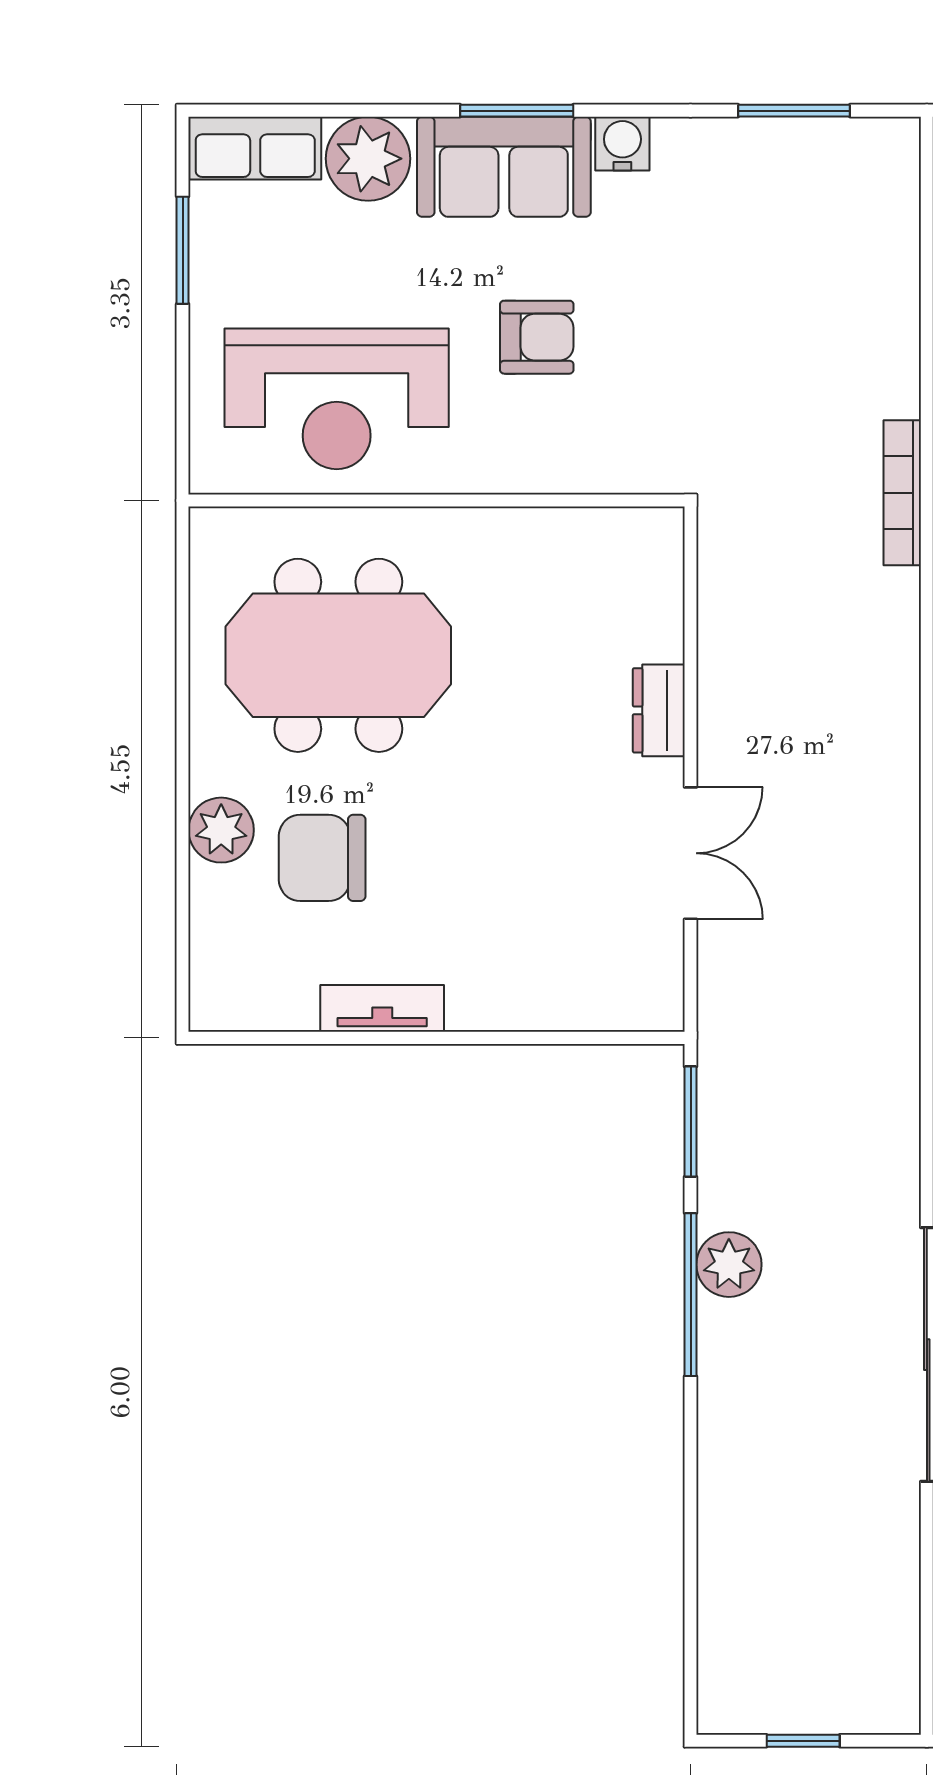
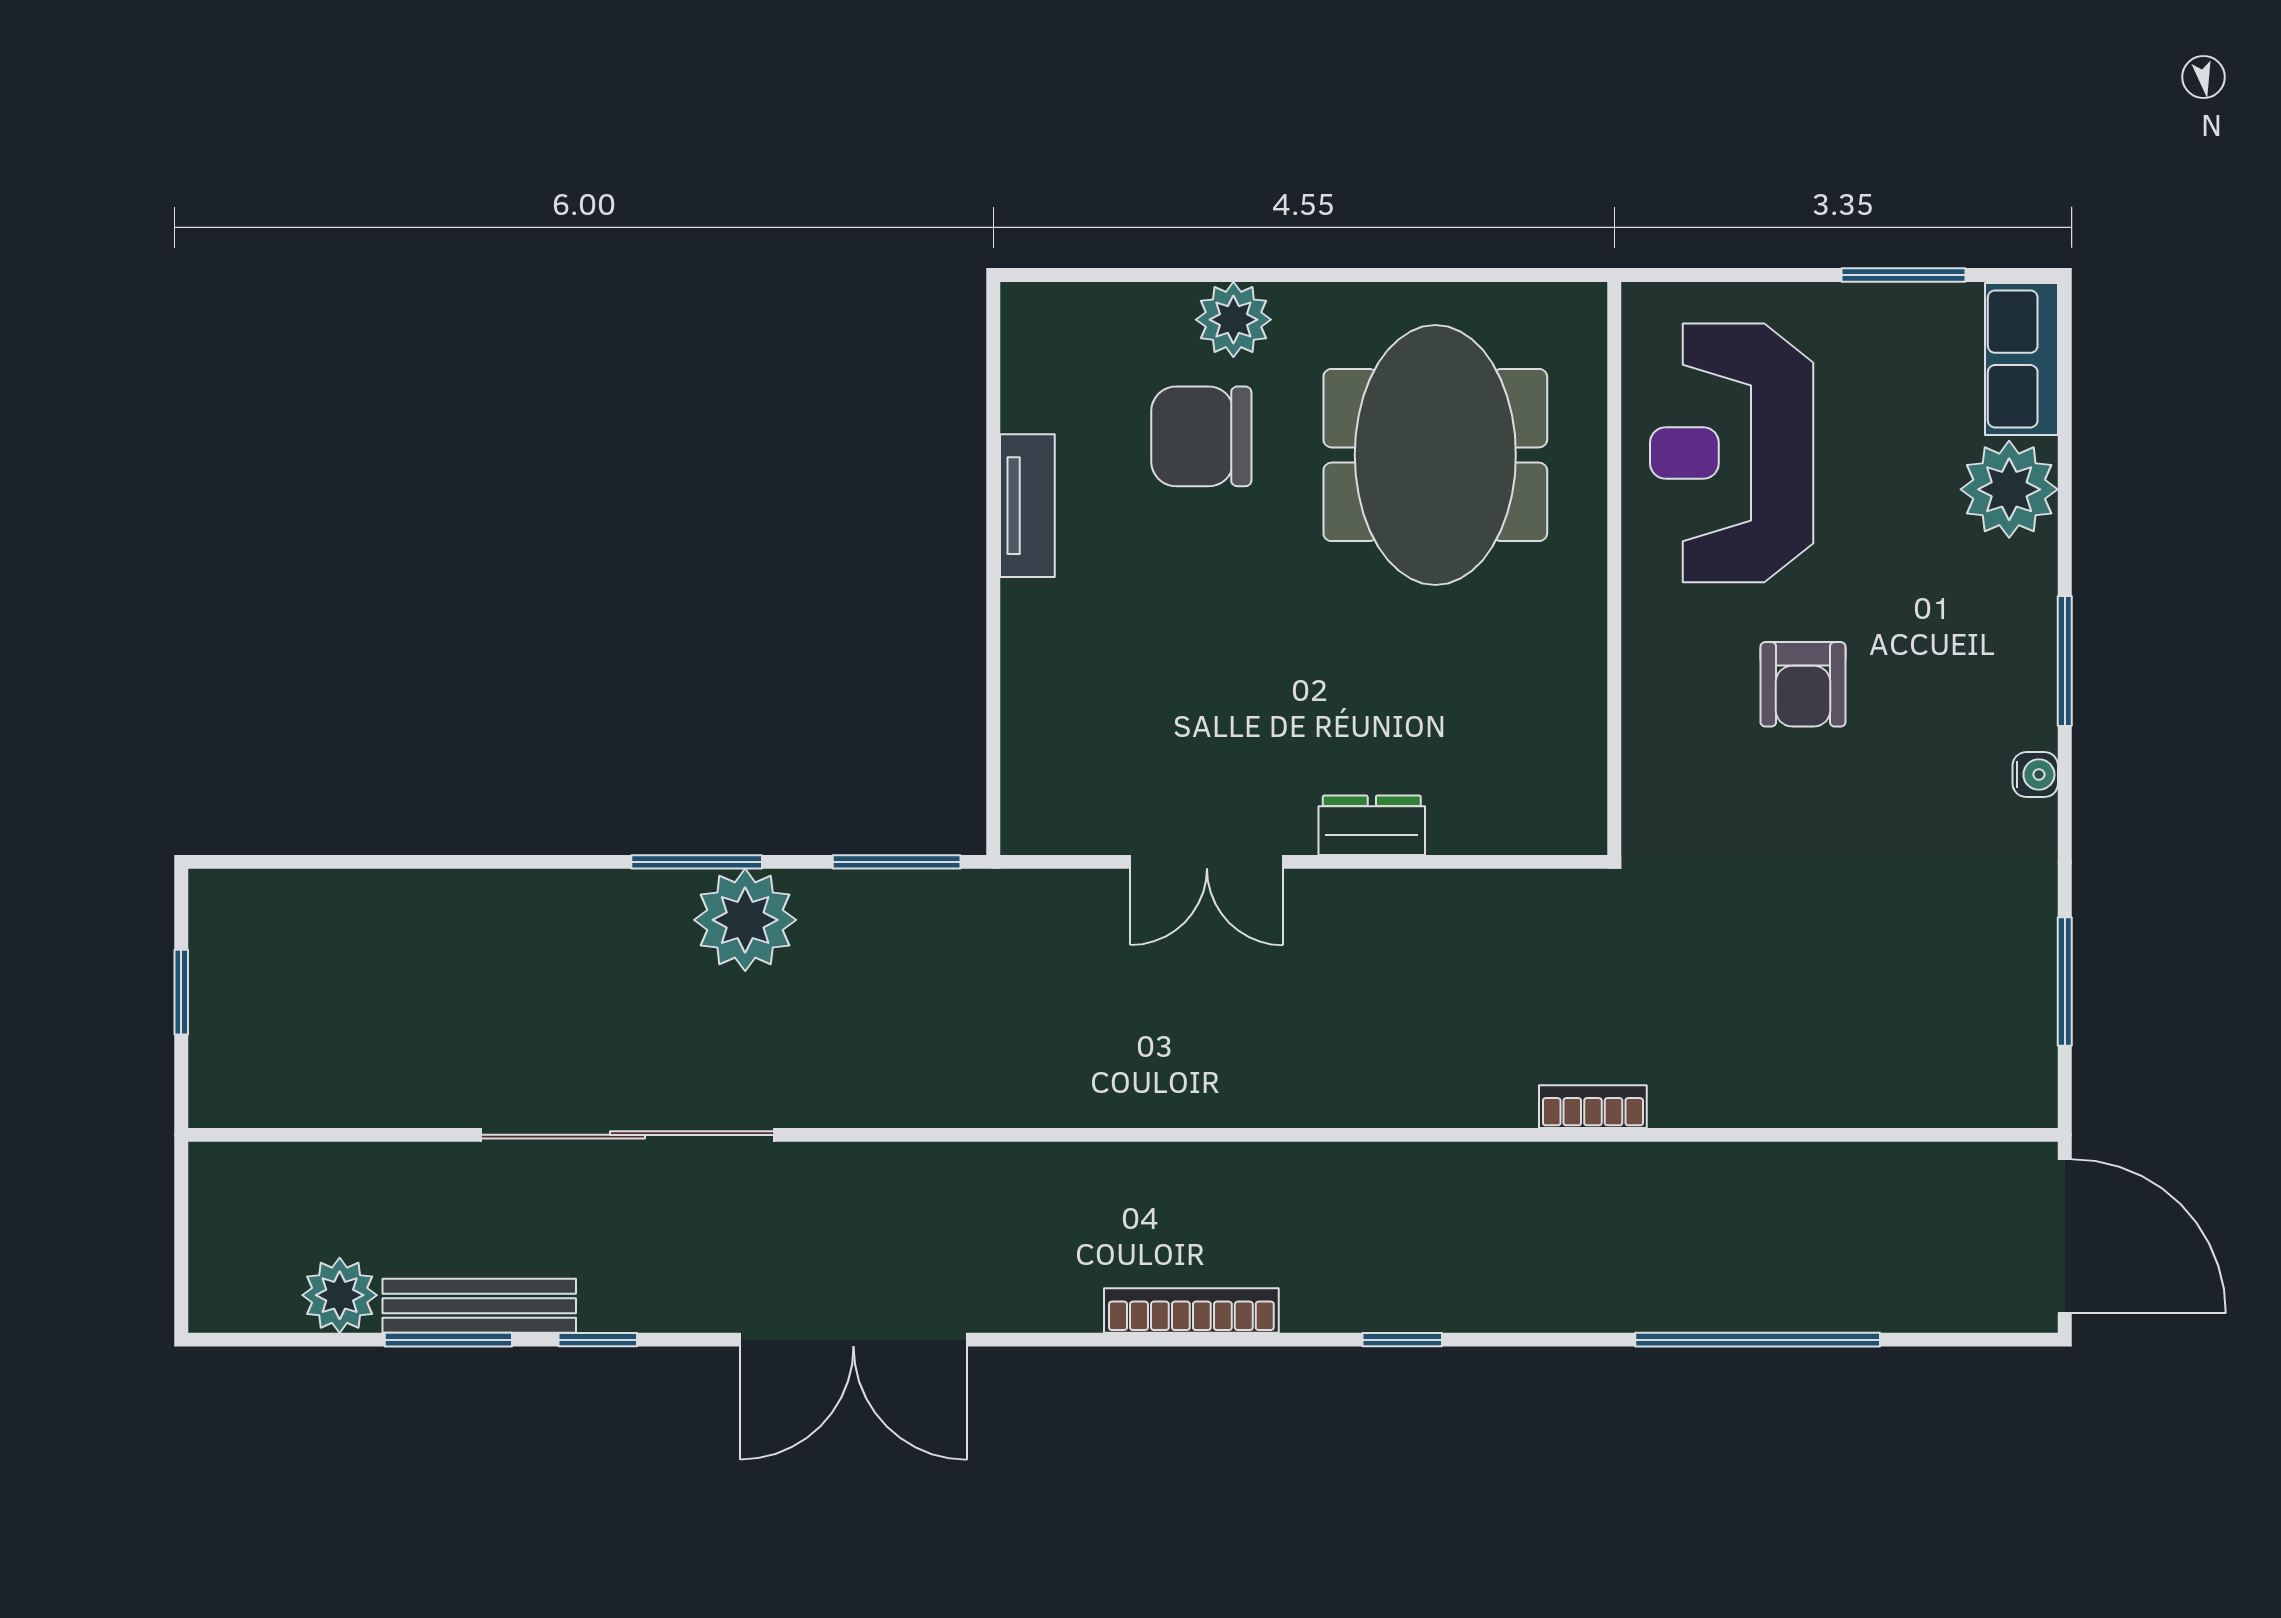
water cooler: (622, 144) -> (2035, 775), width x0.72, depth x0.72
sofa: (504, 167) -> (2000, 646), removed
bookcase: (902, 493) -> (1593, 1107), width x0.64
chair: (322, 858) -> (1201, 436), turned -90
plant: (729, 1265) -> (745, 920), width x1.36, depth x1.36
window: (691, 1295) -> (697, 862), width x0.69

